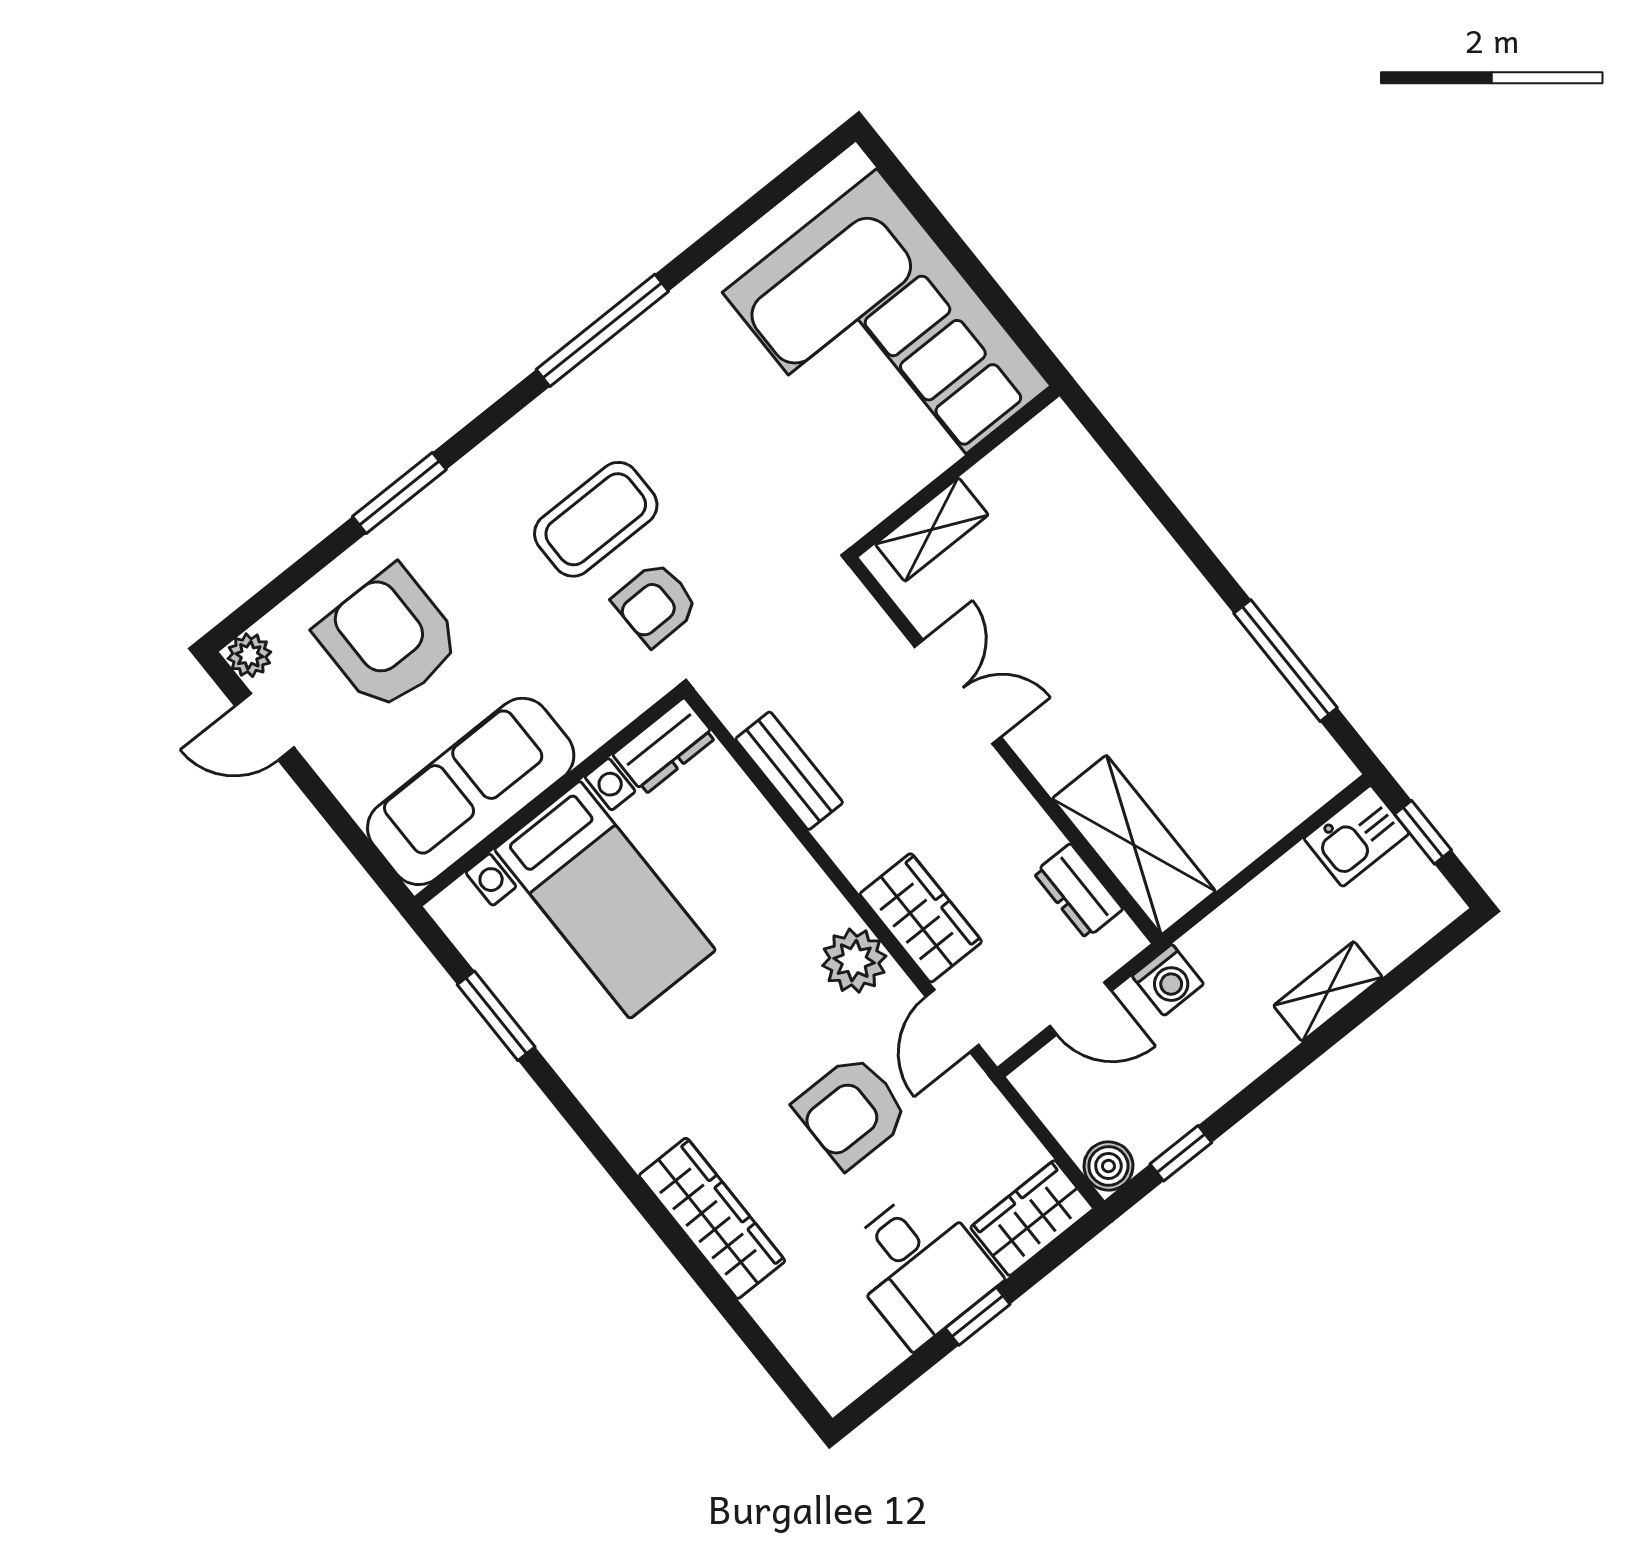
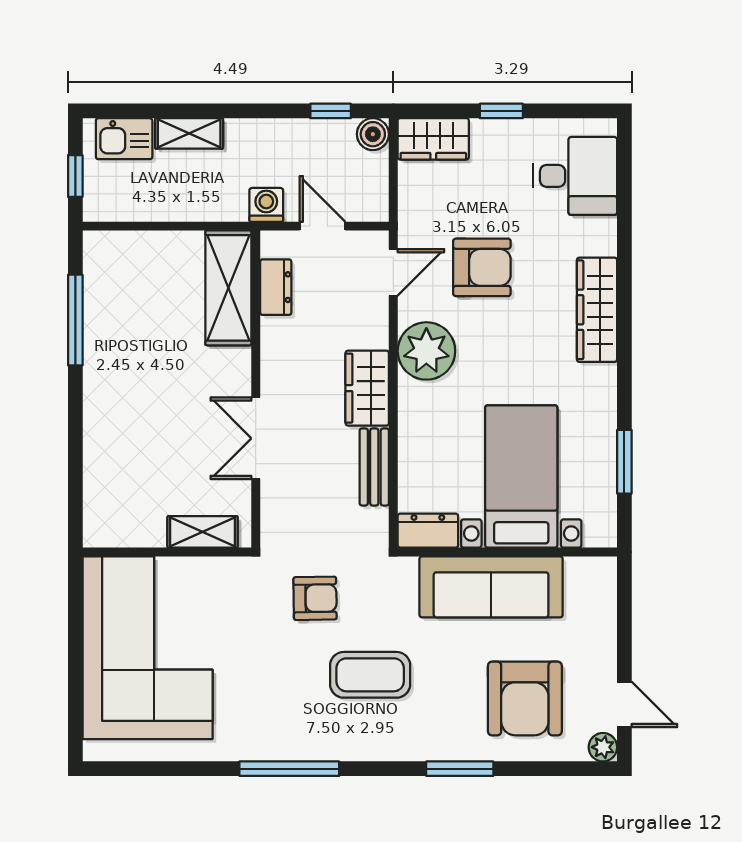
armchair: (655, 604) -> (315, 598), moved
sofa: (471, 791) -> (491, 587), moved
kitchen sink: (1357, 836) -> (124, 139), moved, turned 180
wardrobe: (921, 918) -> (367, 388), moved
plant: (854, 961) -> (426, 351), width x1.36, depth x1.36
wardrobe: (712, 1218) -> (597, 310), moved
desk: (919, 1267) -> (575, 176), moved, turned 90

